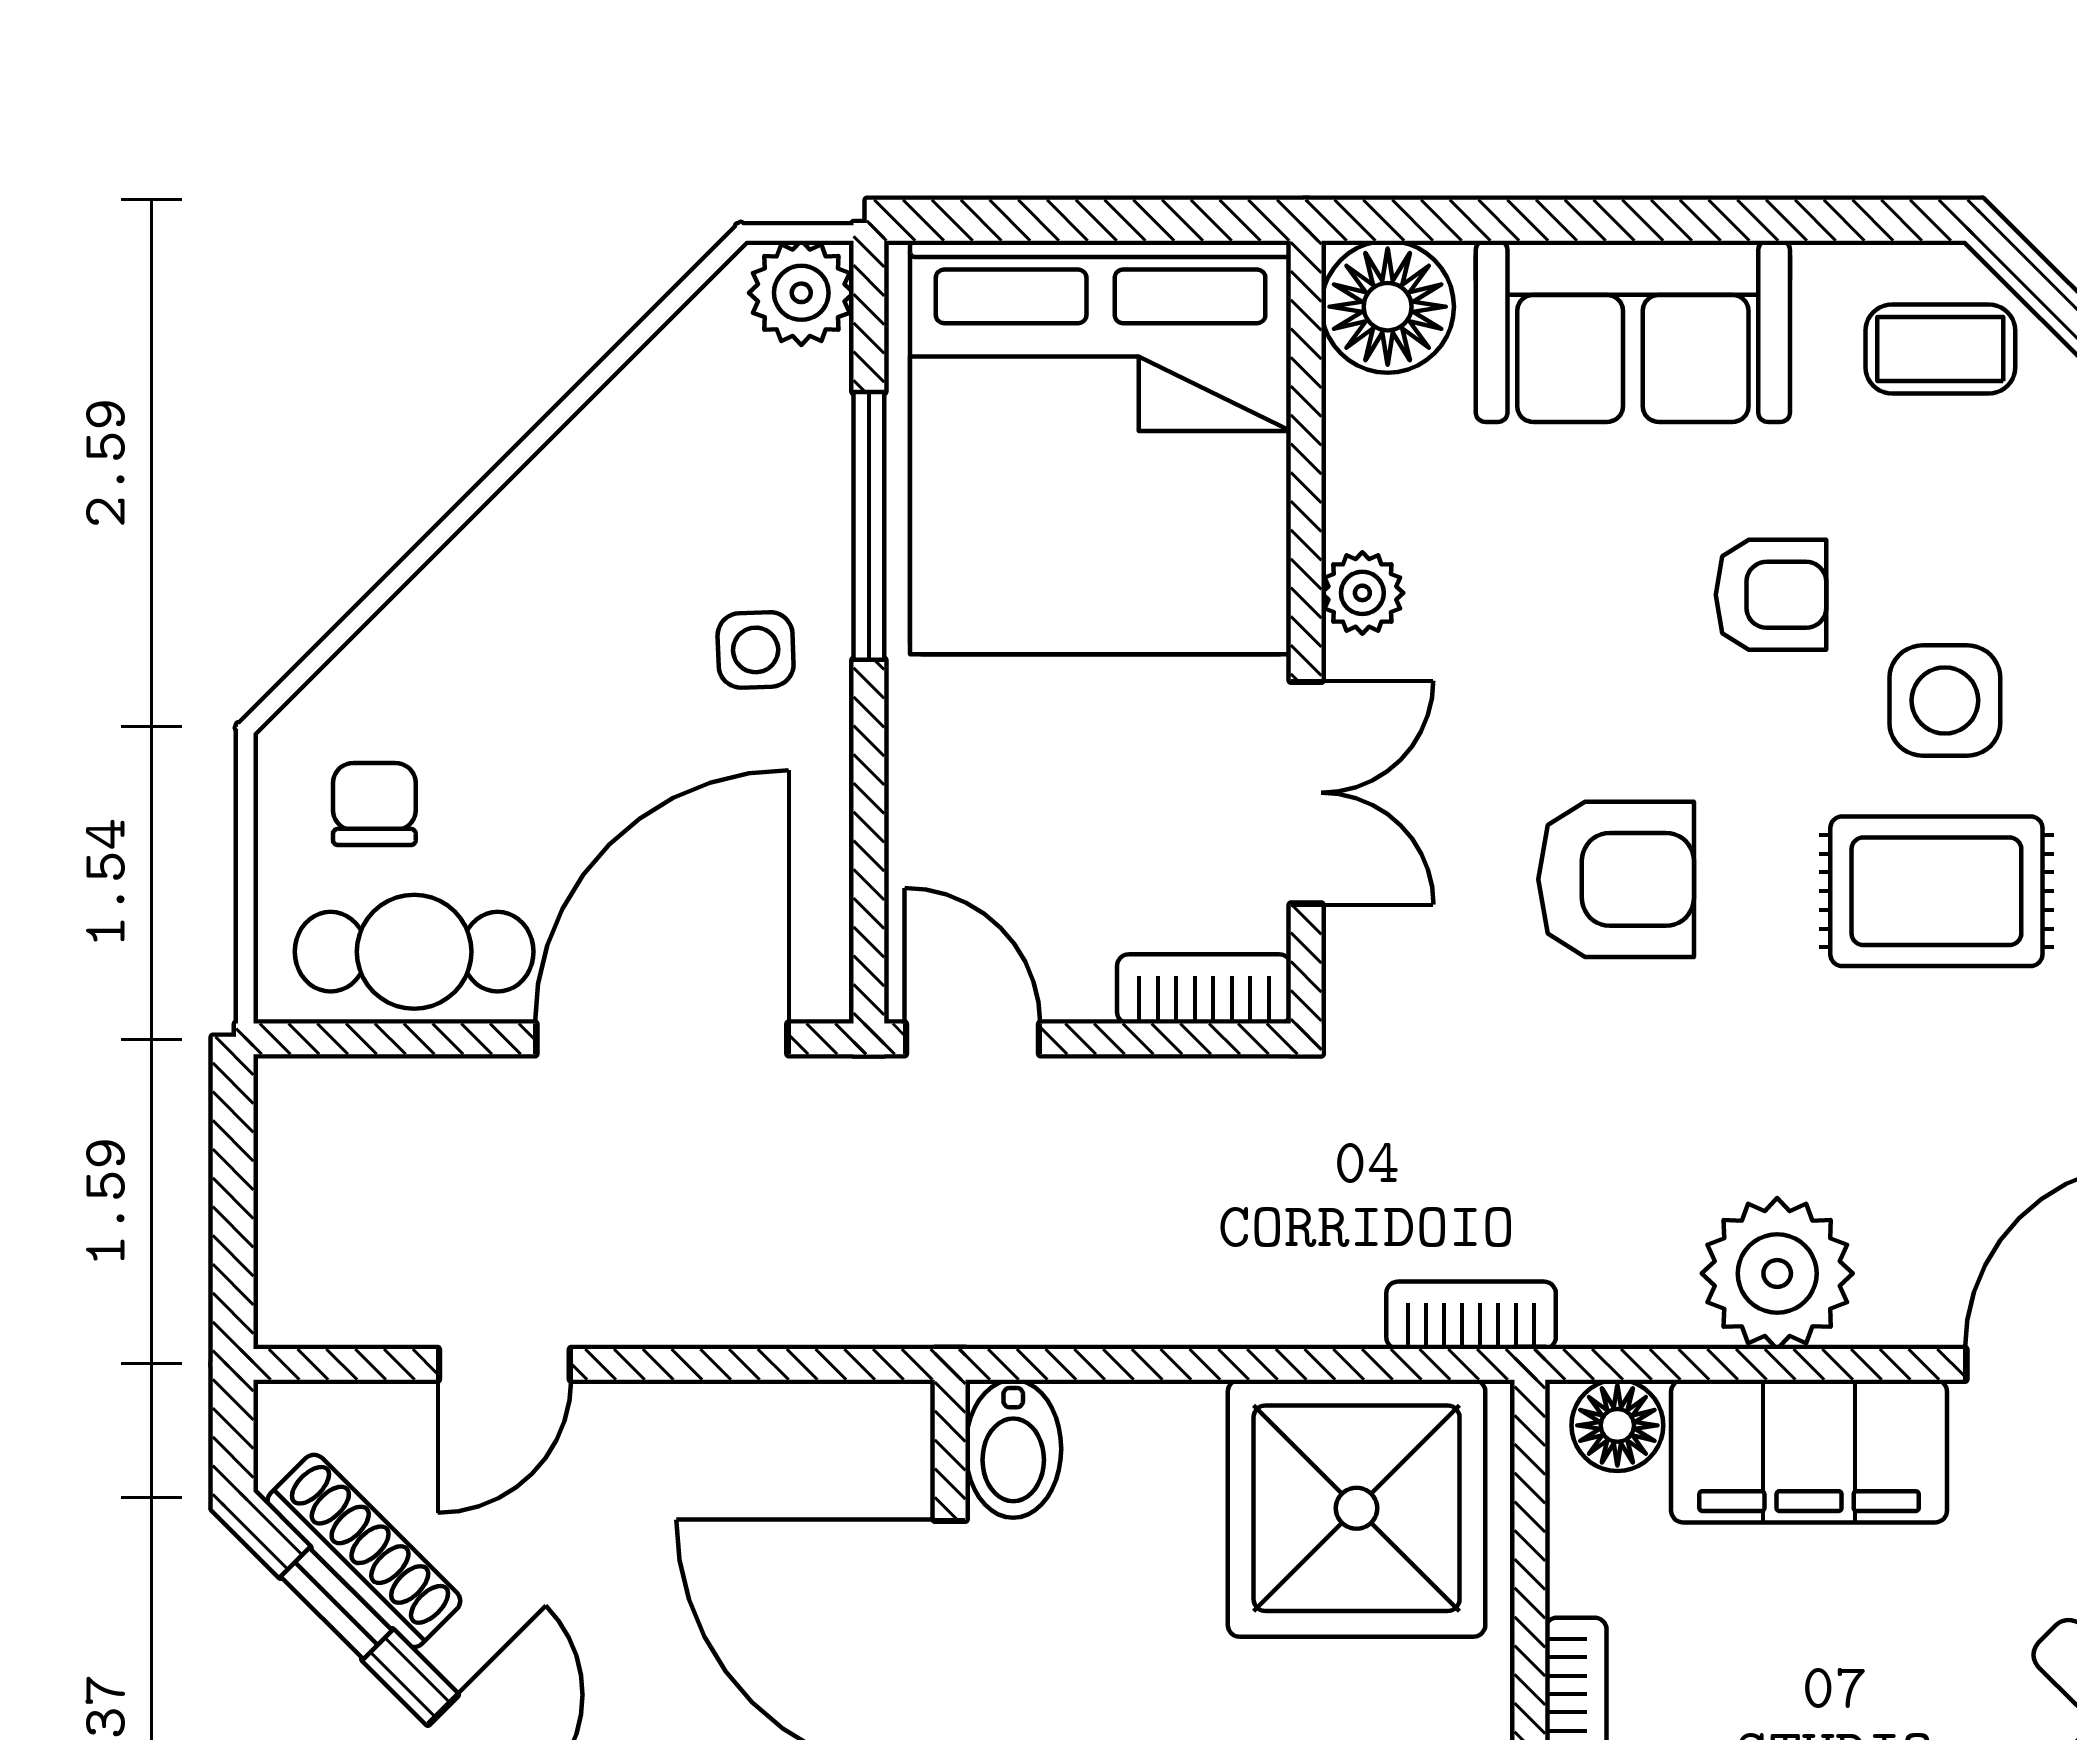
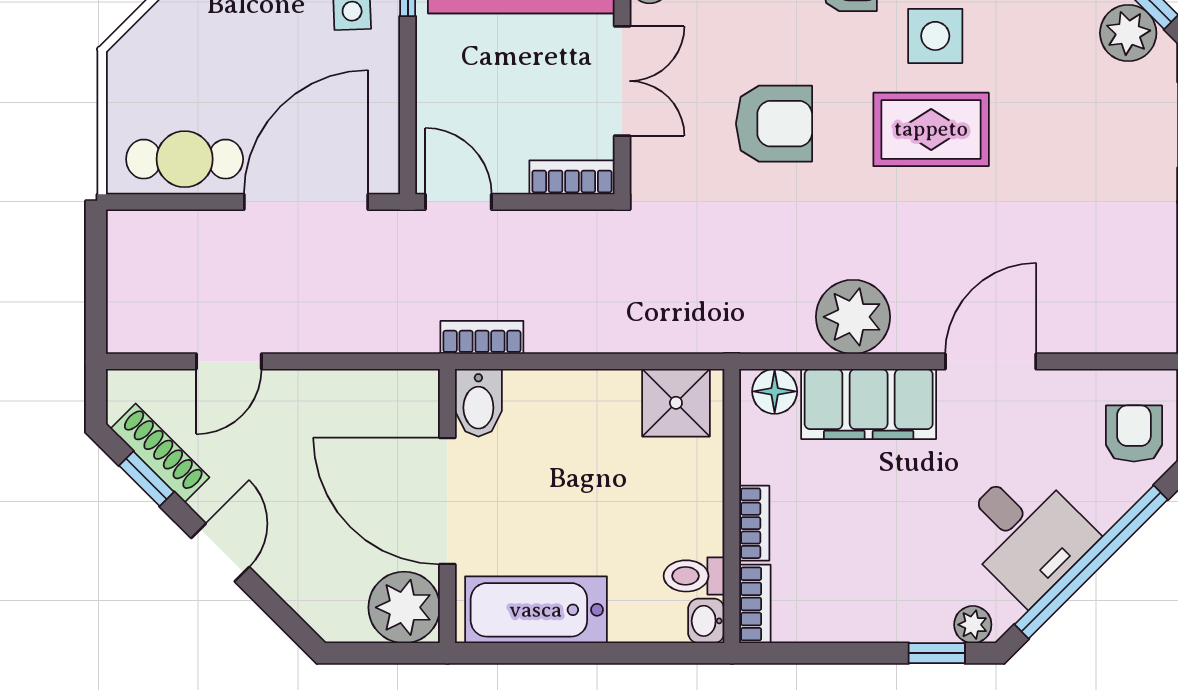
chair: (374, 804) -> (165, 87), removed
bookcase: (1471, 1315) -> (482, 337), moved
shower: (1357, 1508) -> (676, 403), width x0.54, depth x0.54

